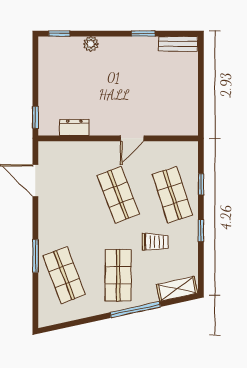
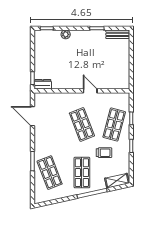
dresser: (74, 127) -> (43, 84), moved
door: (132, 138) -> (90, 91), swing flipped
shop shelf: (172, 195) -> (114, 124), turned 33

